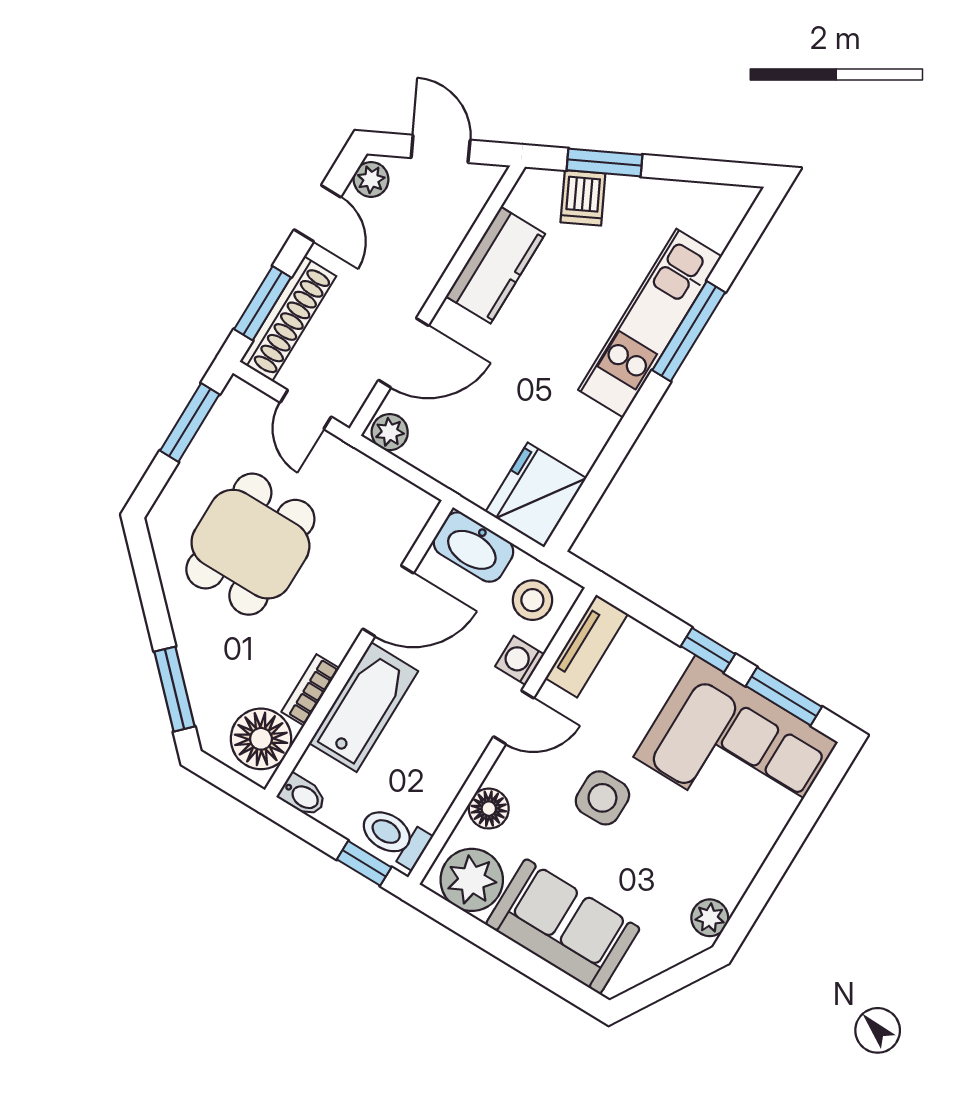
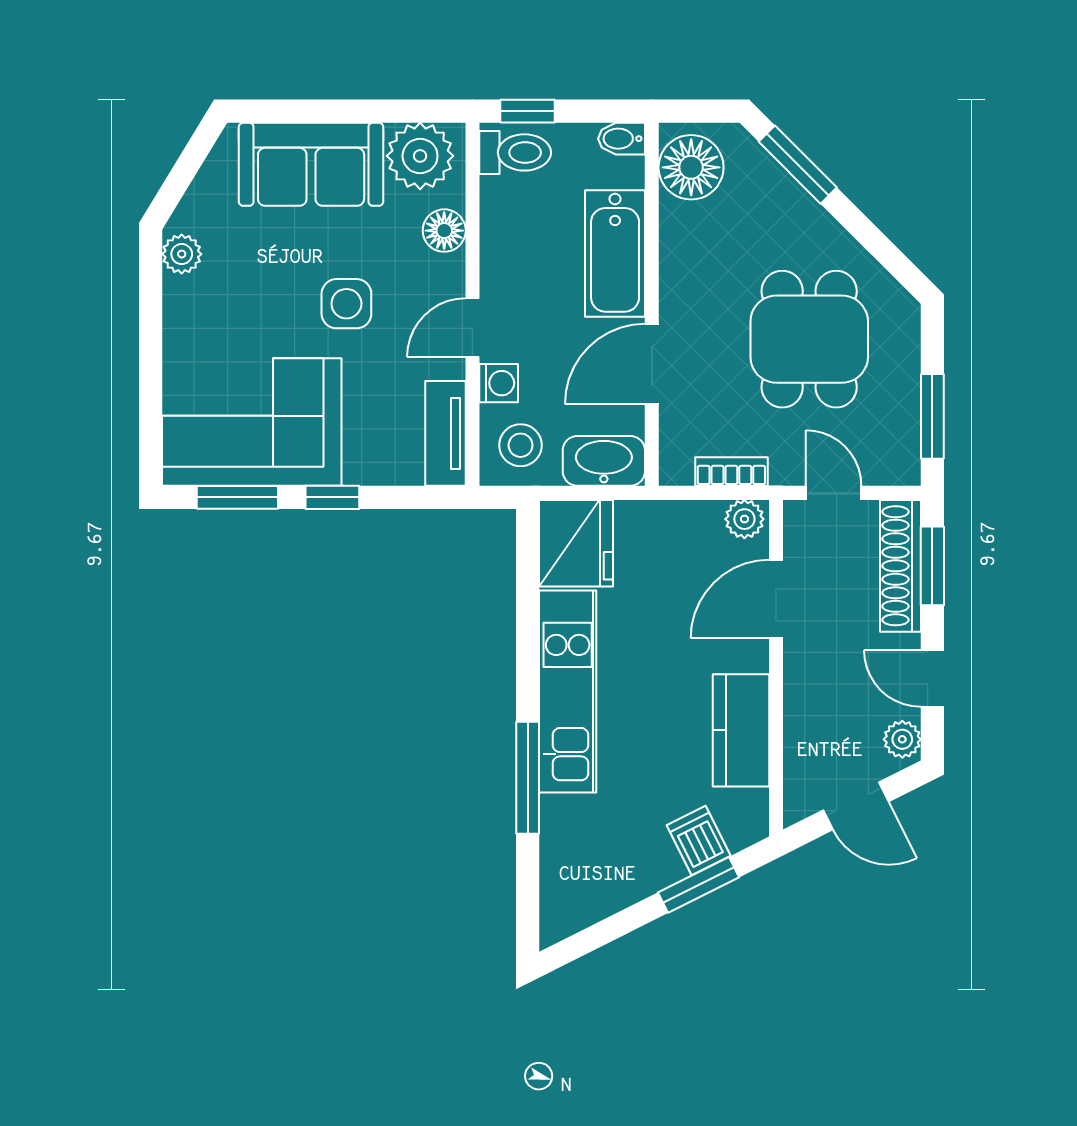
kitchen unit: (650, 323) -> (568, 691), moved
bookcase: (310, 690) -> (731, 471), moved, turned -90

